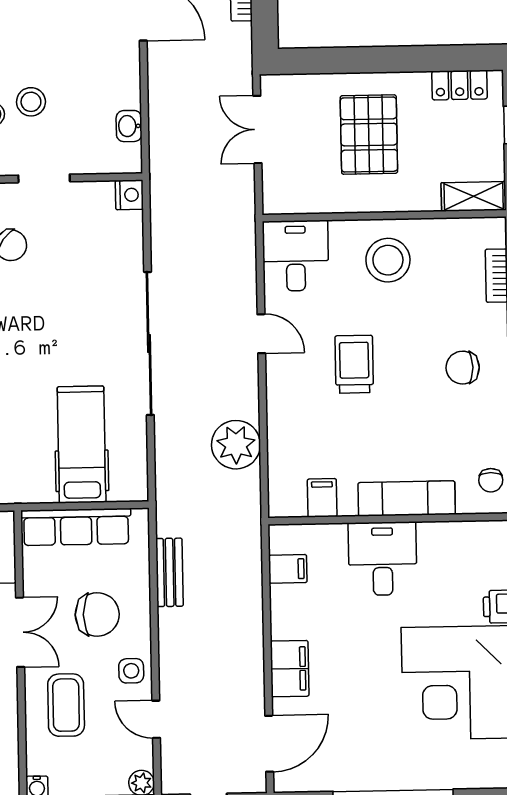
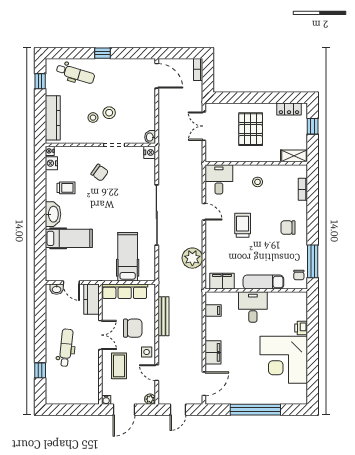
washbasin: (129, 126) -> (150, 137), moved
stool: (388, 260) -> (258, 182), width x0.53, depth x0.53
filing cabinet: (322, 498) -> (222, 281), width x2.00
bench: (170, 572) -> (163, 316), width x1.36

